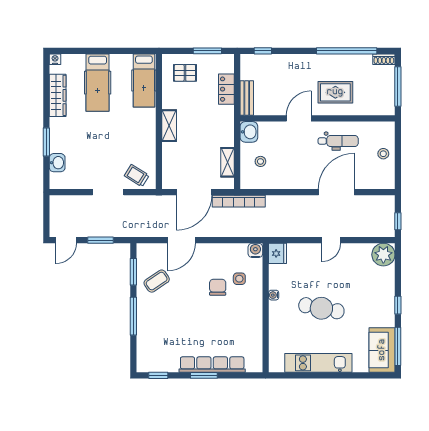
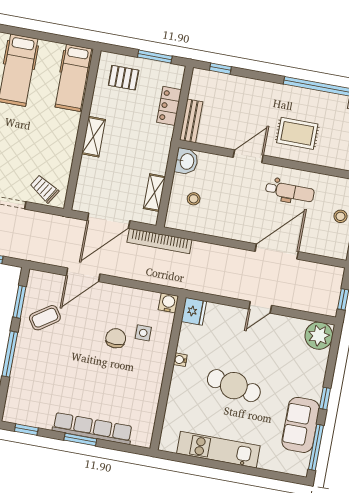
sofa: (382, 350) -> (301, 425), moved

